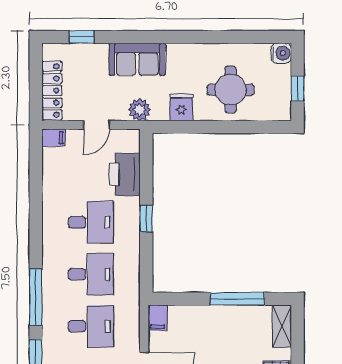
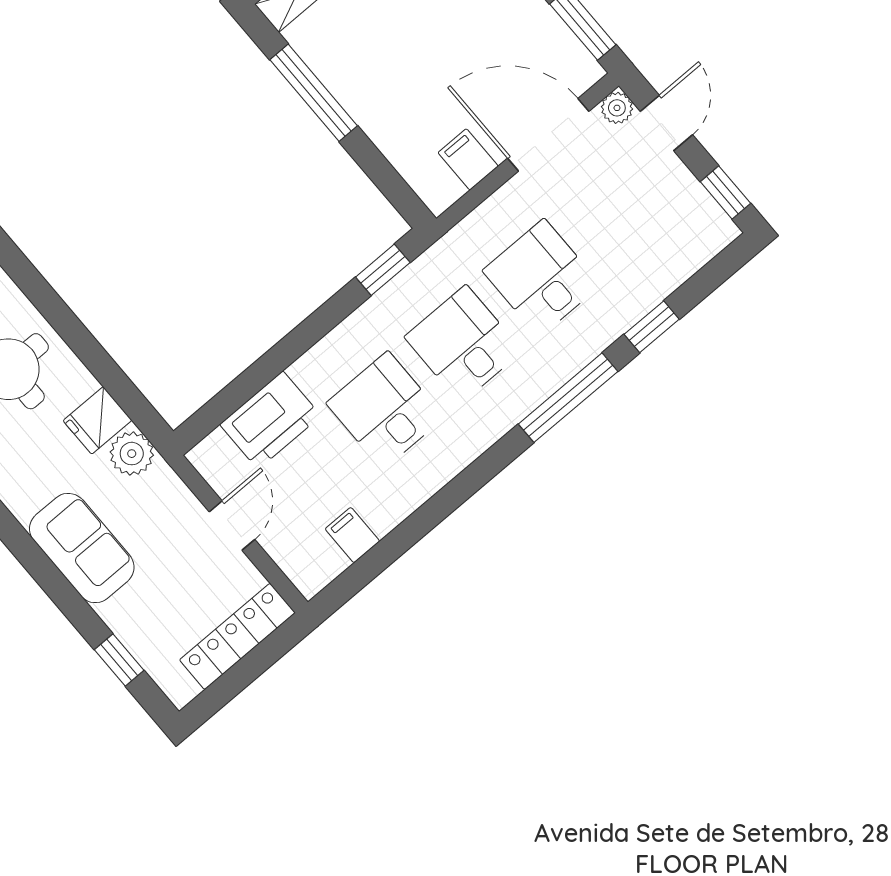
plant: (140, 110) -> (132, 454), moved
door: (97, 125) -> (232, 526), hinge flipped
filing cabinet: (53, 138) -> (352, 535), moved
window: (146, 218) -> (383, 270), moved
filing cabinet: (158, 318) -> (468, 159), moved, turned -90

